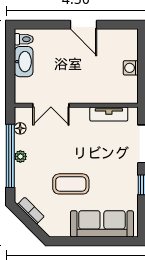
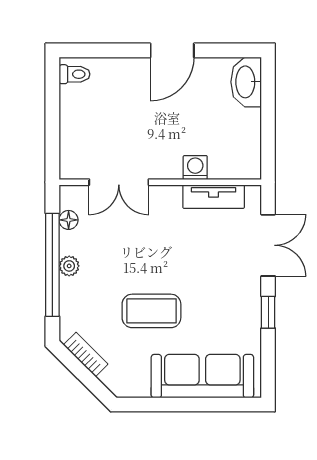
door: (83, 25) -> (172, 50), hinge flipped
washbasin: (24, 62) -> (246, 82), moved, turned 180
washing machine: (131, 68) -> (195, 168), moved, turned 90

